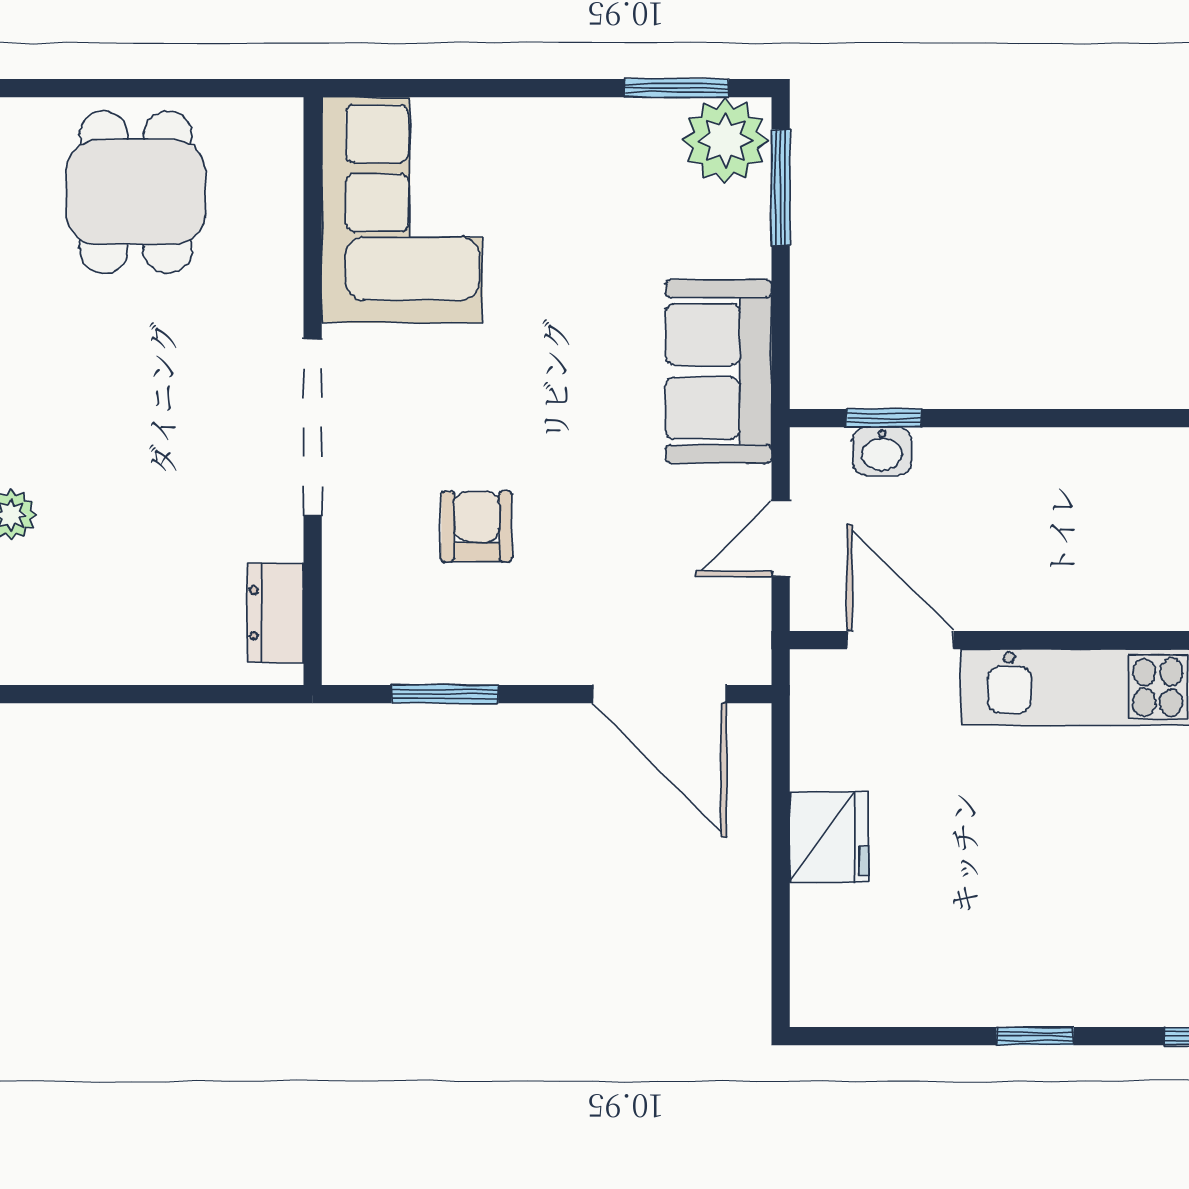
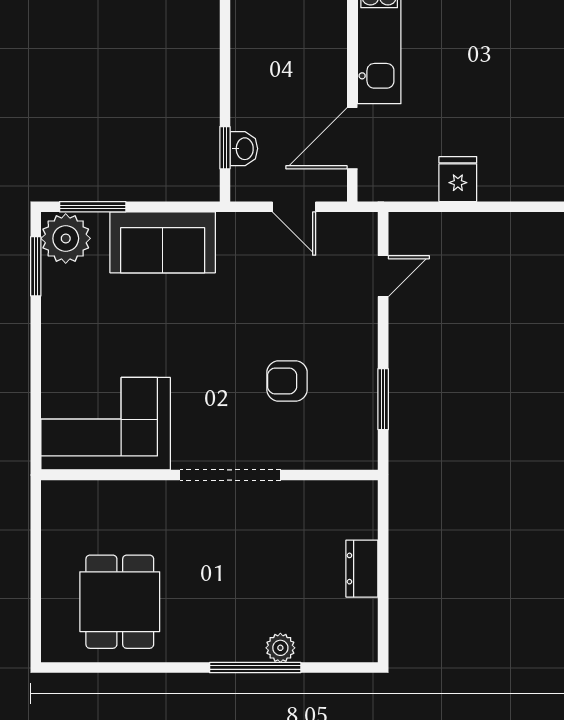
dining table: (136, 192) -> (120, 602), moved, turned 90
sofa: (719, 371) -> (163, 242), moved
dresser: (276, 613) -> (362, 569), moved, turned 90
door: (659, 694) -> (383, 276), width x0.53
fridge: (829, 837) -> (458, 179), width x0.72

